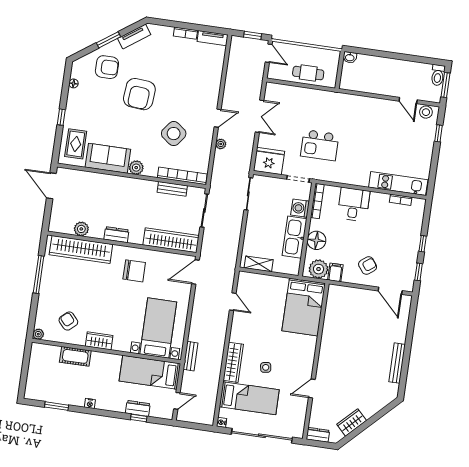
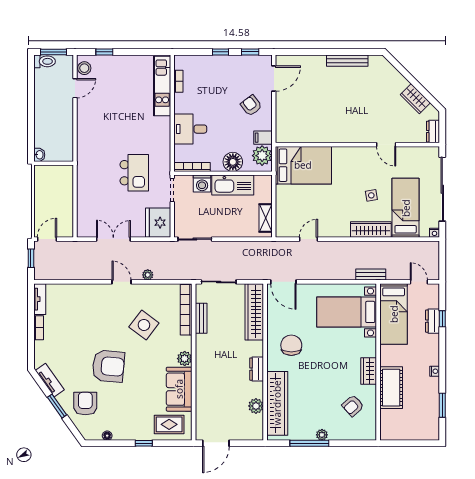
cafe table: (308, 73) -> (62, 195), removed
plant: (38, 334) -> (322, 435), moved
cot: (75, 356) -> (391, 388), width x1.37, depth x1.34

